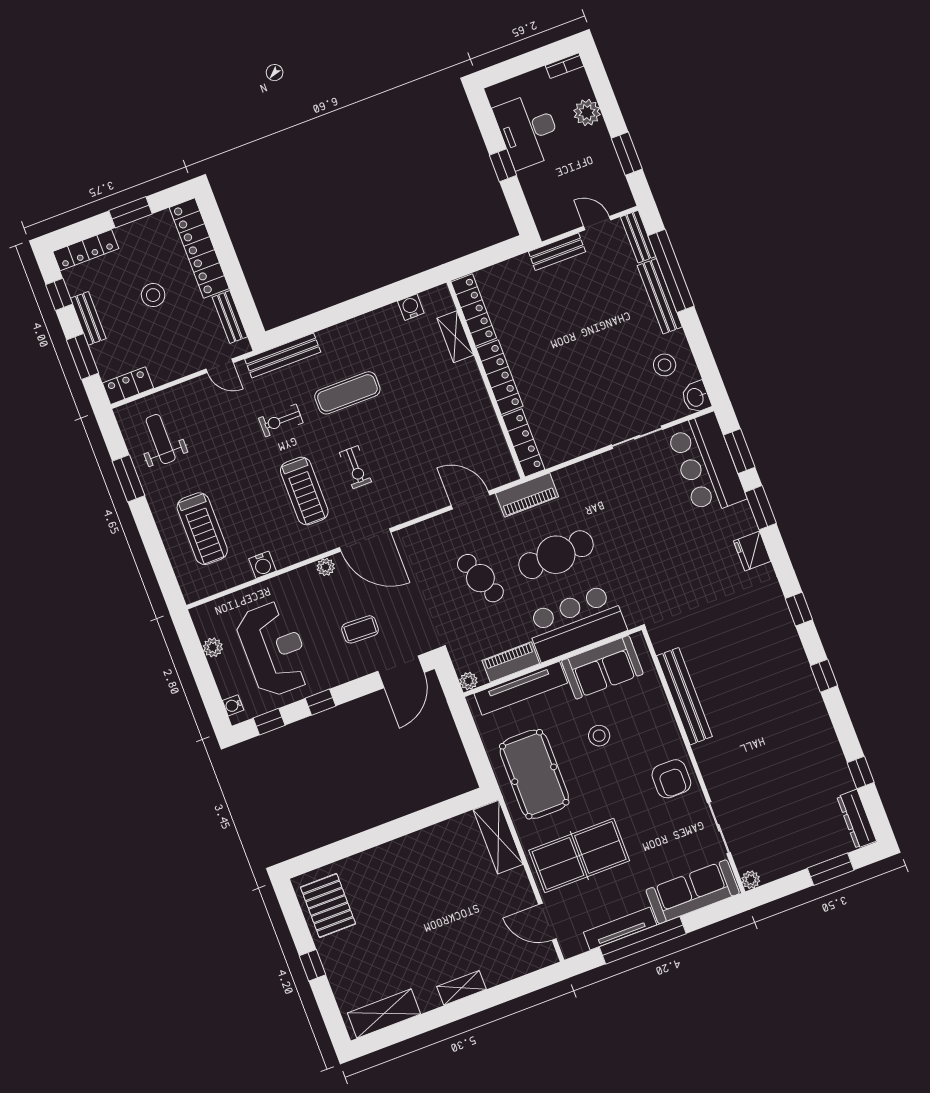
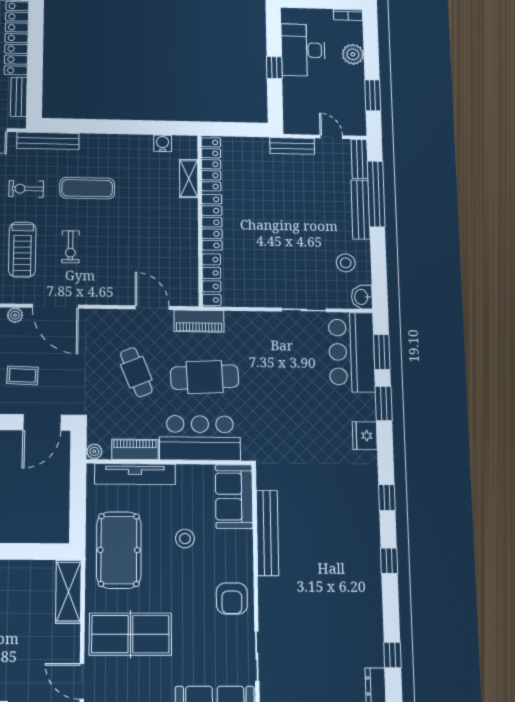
sofa: (602, 667) -> (234, 497), moved, turned 90

